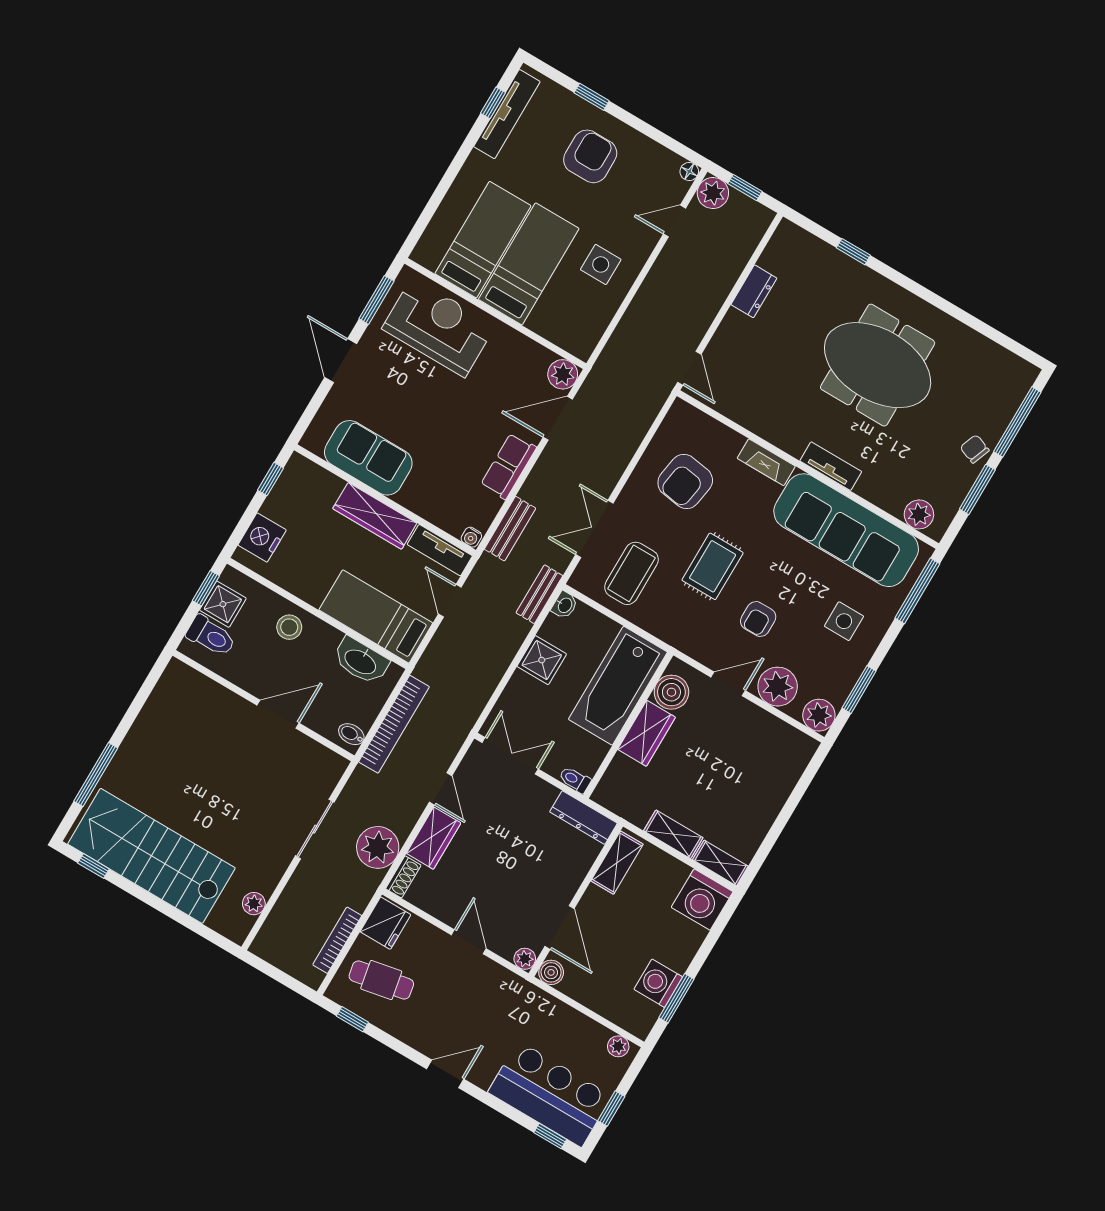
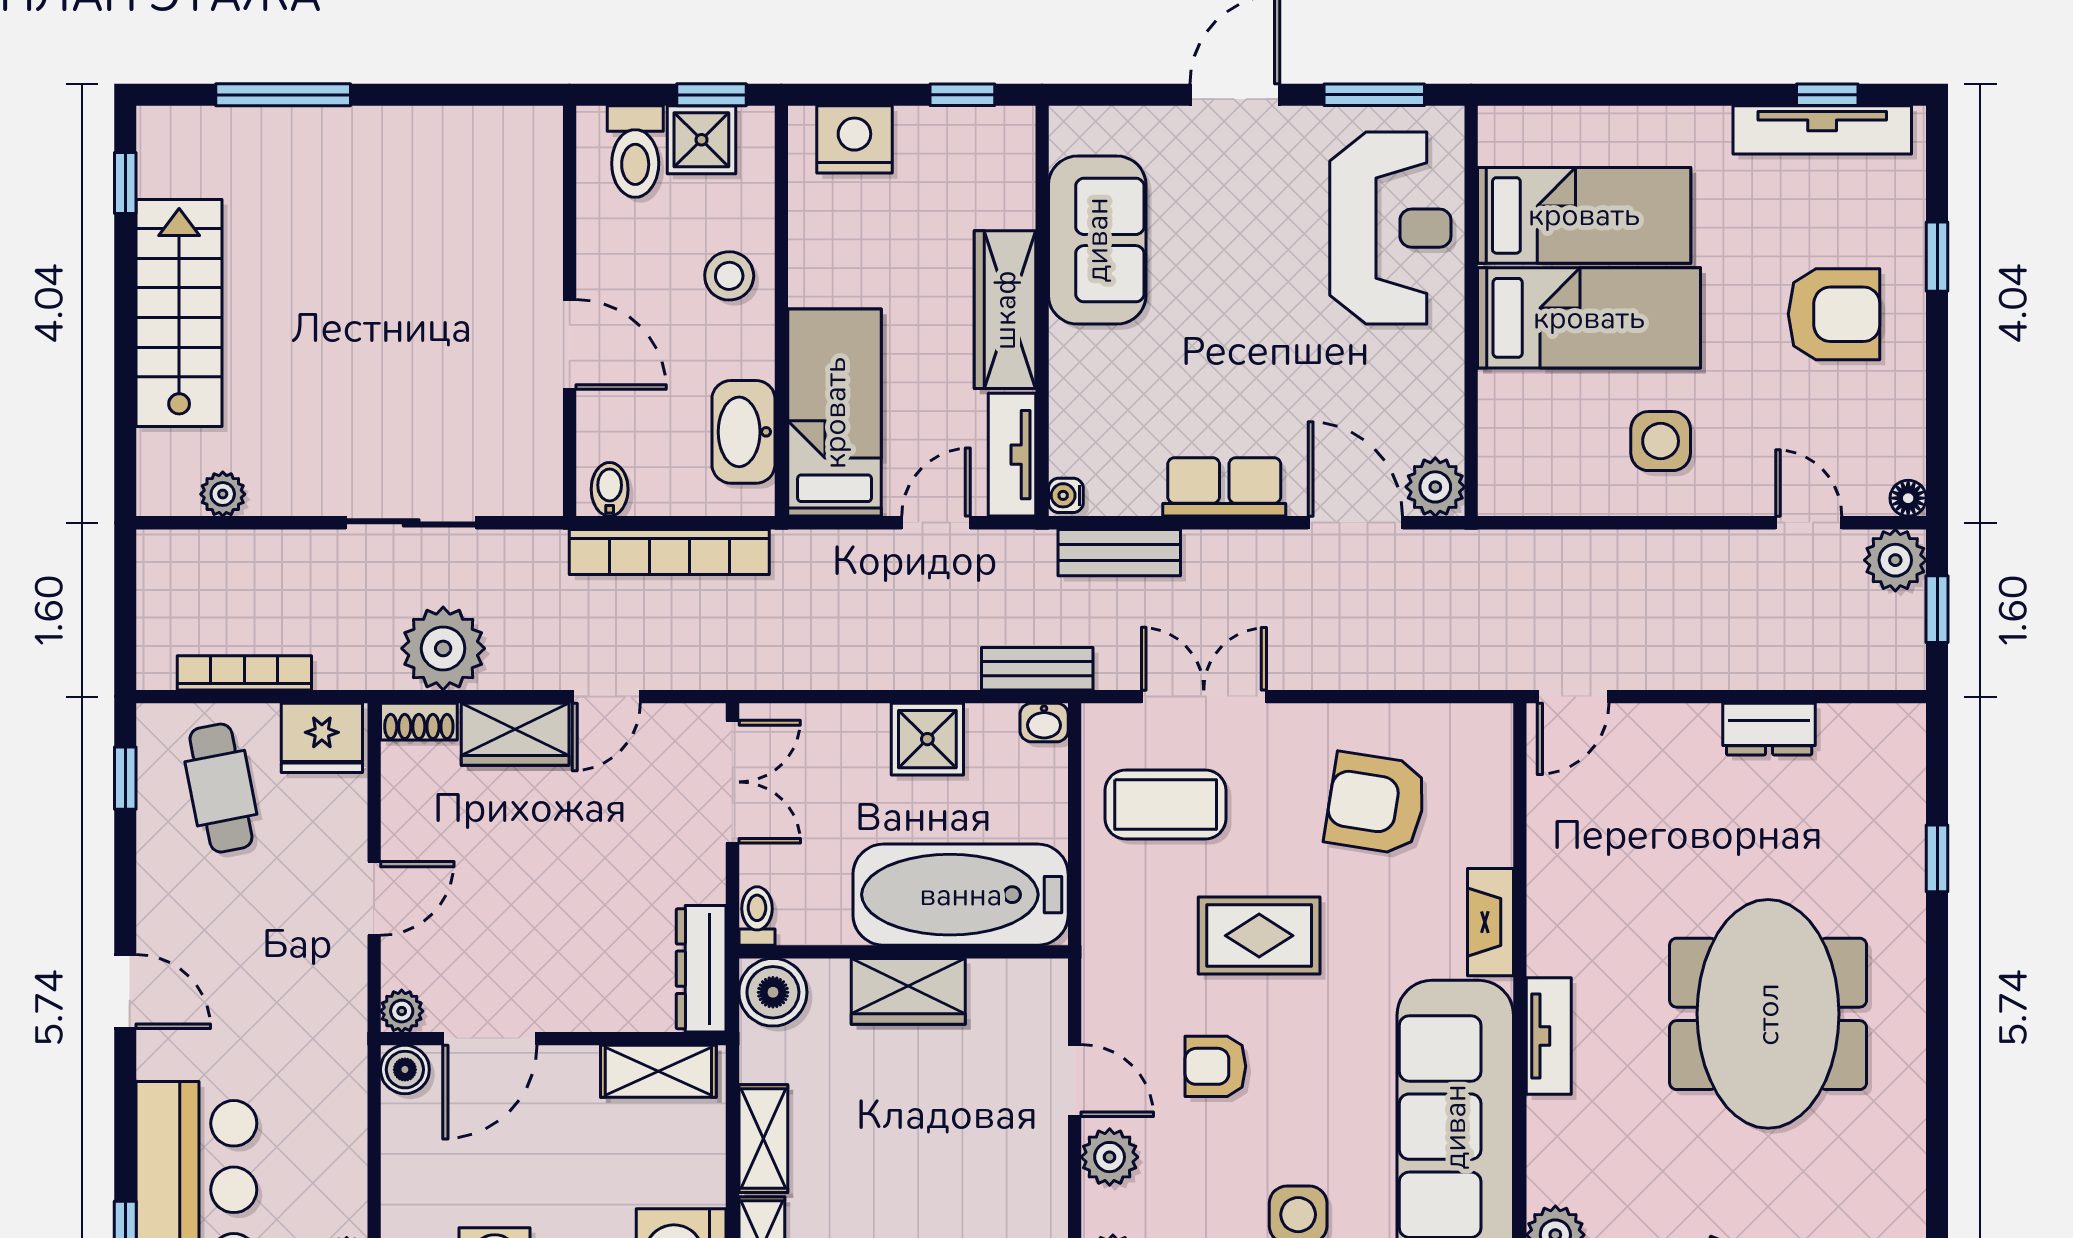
plant: (778, 687) -> (1110, 1157), width x0.73, depth x0.73
boiler: (671, 692) -> (773, 992), moved
stairs: (151, 856) -> (179, 313), width x0.73, depth x0.66

